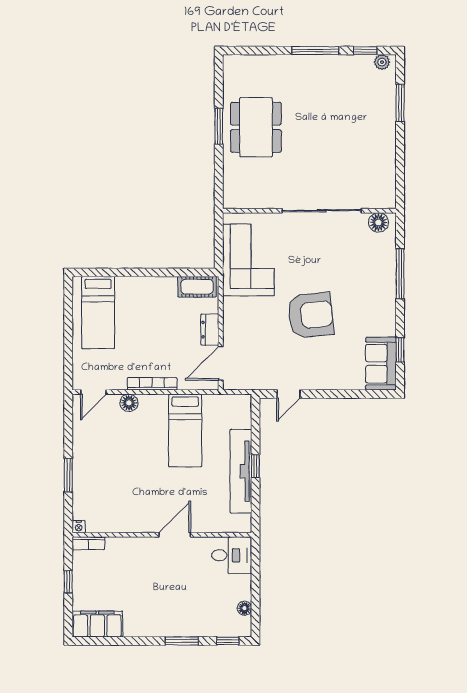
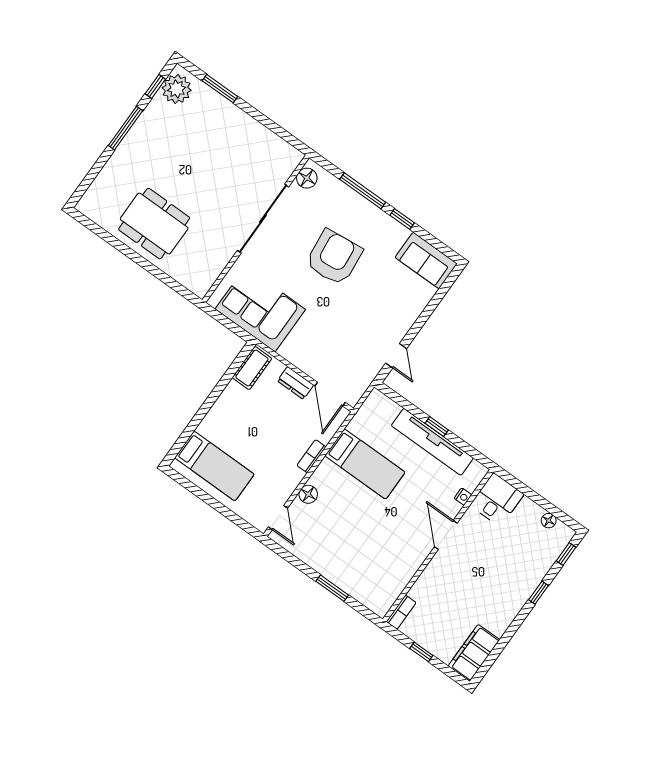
plant: (382, 62) -> (177, 89), width x1.88, depth x1.88
window: (219, 126) -> (131, 254), removed
armchair: (311, 315) -> (334, 257), moved
window: (400, 350) -> (402, 219), moved
bookcase: (152, 384) -> (311, 456), width x0.64
nightstand: (79, 527) -> (463, 497), moved
window: (182, 641) -> (539, 593), width x0.67

